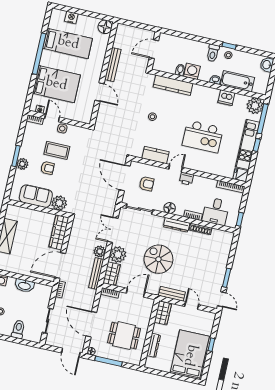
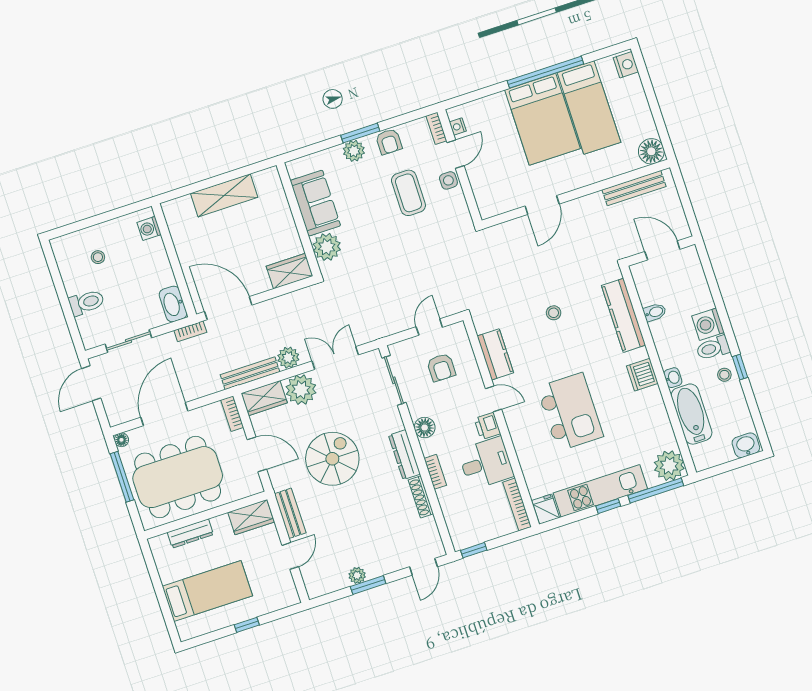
nightstand: (71, 18) -> (626, 65), moved
bench: (113, 65) -> (634, 188), moved
washing machine: (192, 71) -> (708, 324), moved, turned 180
bed: (56, 84) -> (543, 119), moved
dishwasher: (226, 98) -> (642, 375), moved
kitchen island: (203, 137) -> (570, 412), turned 180
armchair: (47, 168) -> (389, 142), moved
door: (125, 178) -> (429, 327), width x0.53
desk: (216, 211) -> (486, 463), moved, turned 180
wardrobe: (59, 232) -> (290, 271), width x0.67
plant: (219, 280) -> (357, 575), added
washbasin: (24, 286) -> (173, 304), moved
door: (222, 299) -> (424, 567), moved
dining table: (124, 336) -> (178, 477), width x1.88, depth x1.24
door: (71, 353) -> (91, 383), moved
bed: (190, 355) -> (207, 591), width x0.67

